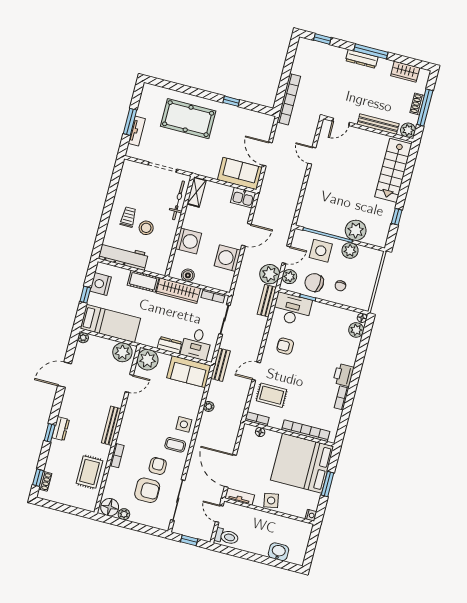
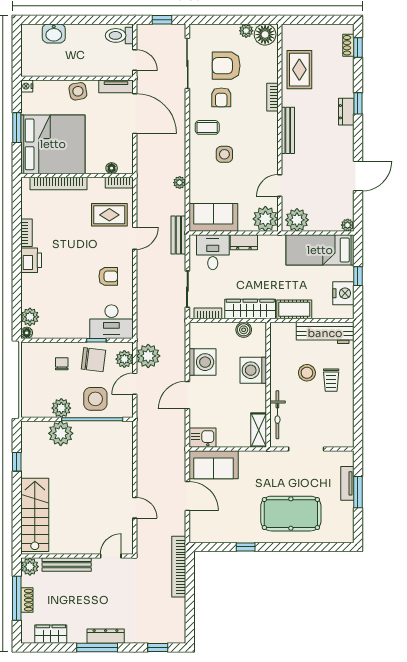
bench: (267, 301) -> (143, 324), removed
side table: (184, 424) -> (224, 154), moved

